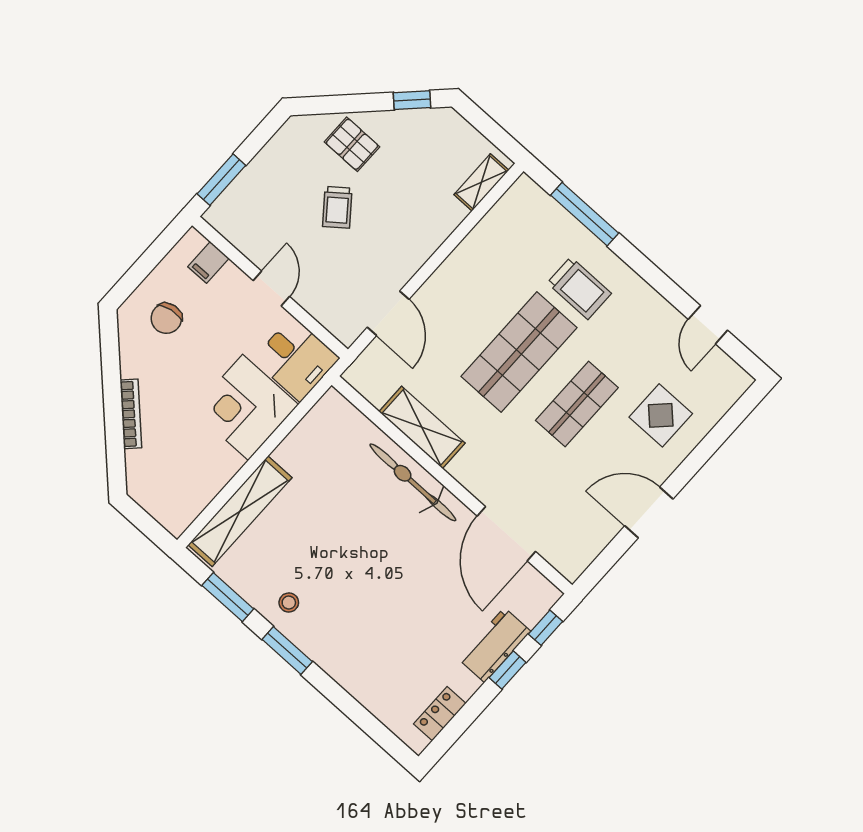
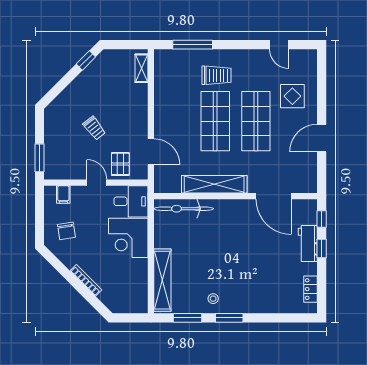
pallet: (352, 144) -> (120, 164), moved, turned 90
shop shelf: (577, 404) -> (256, 121), width x1.43, depth x1.36
shelving: (422, 427) -> (214, 184), width x1.47
bicycle: (413, 482) -> (184, 209), moved

